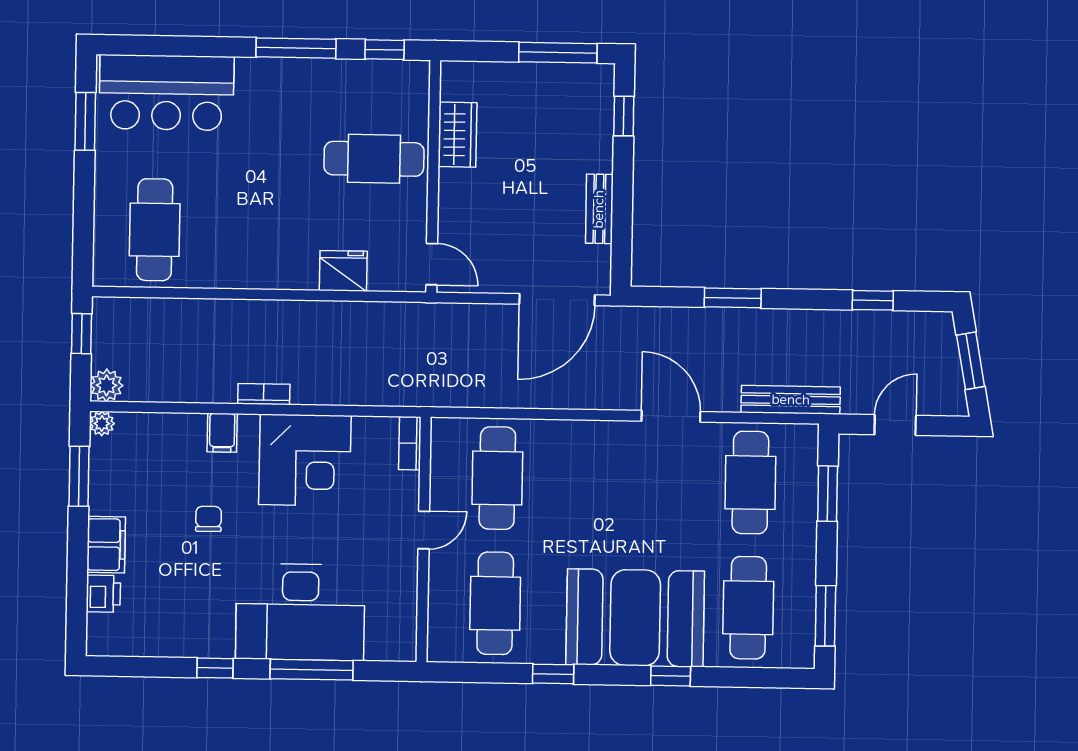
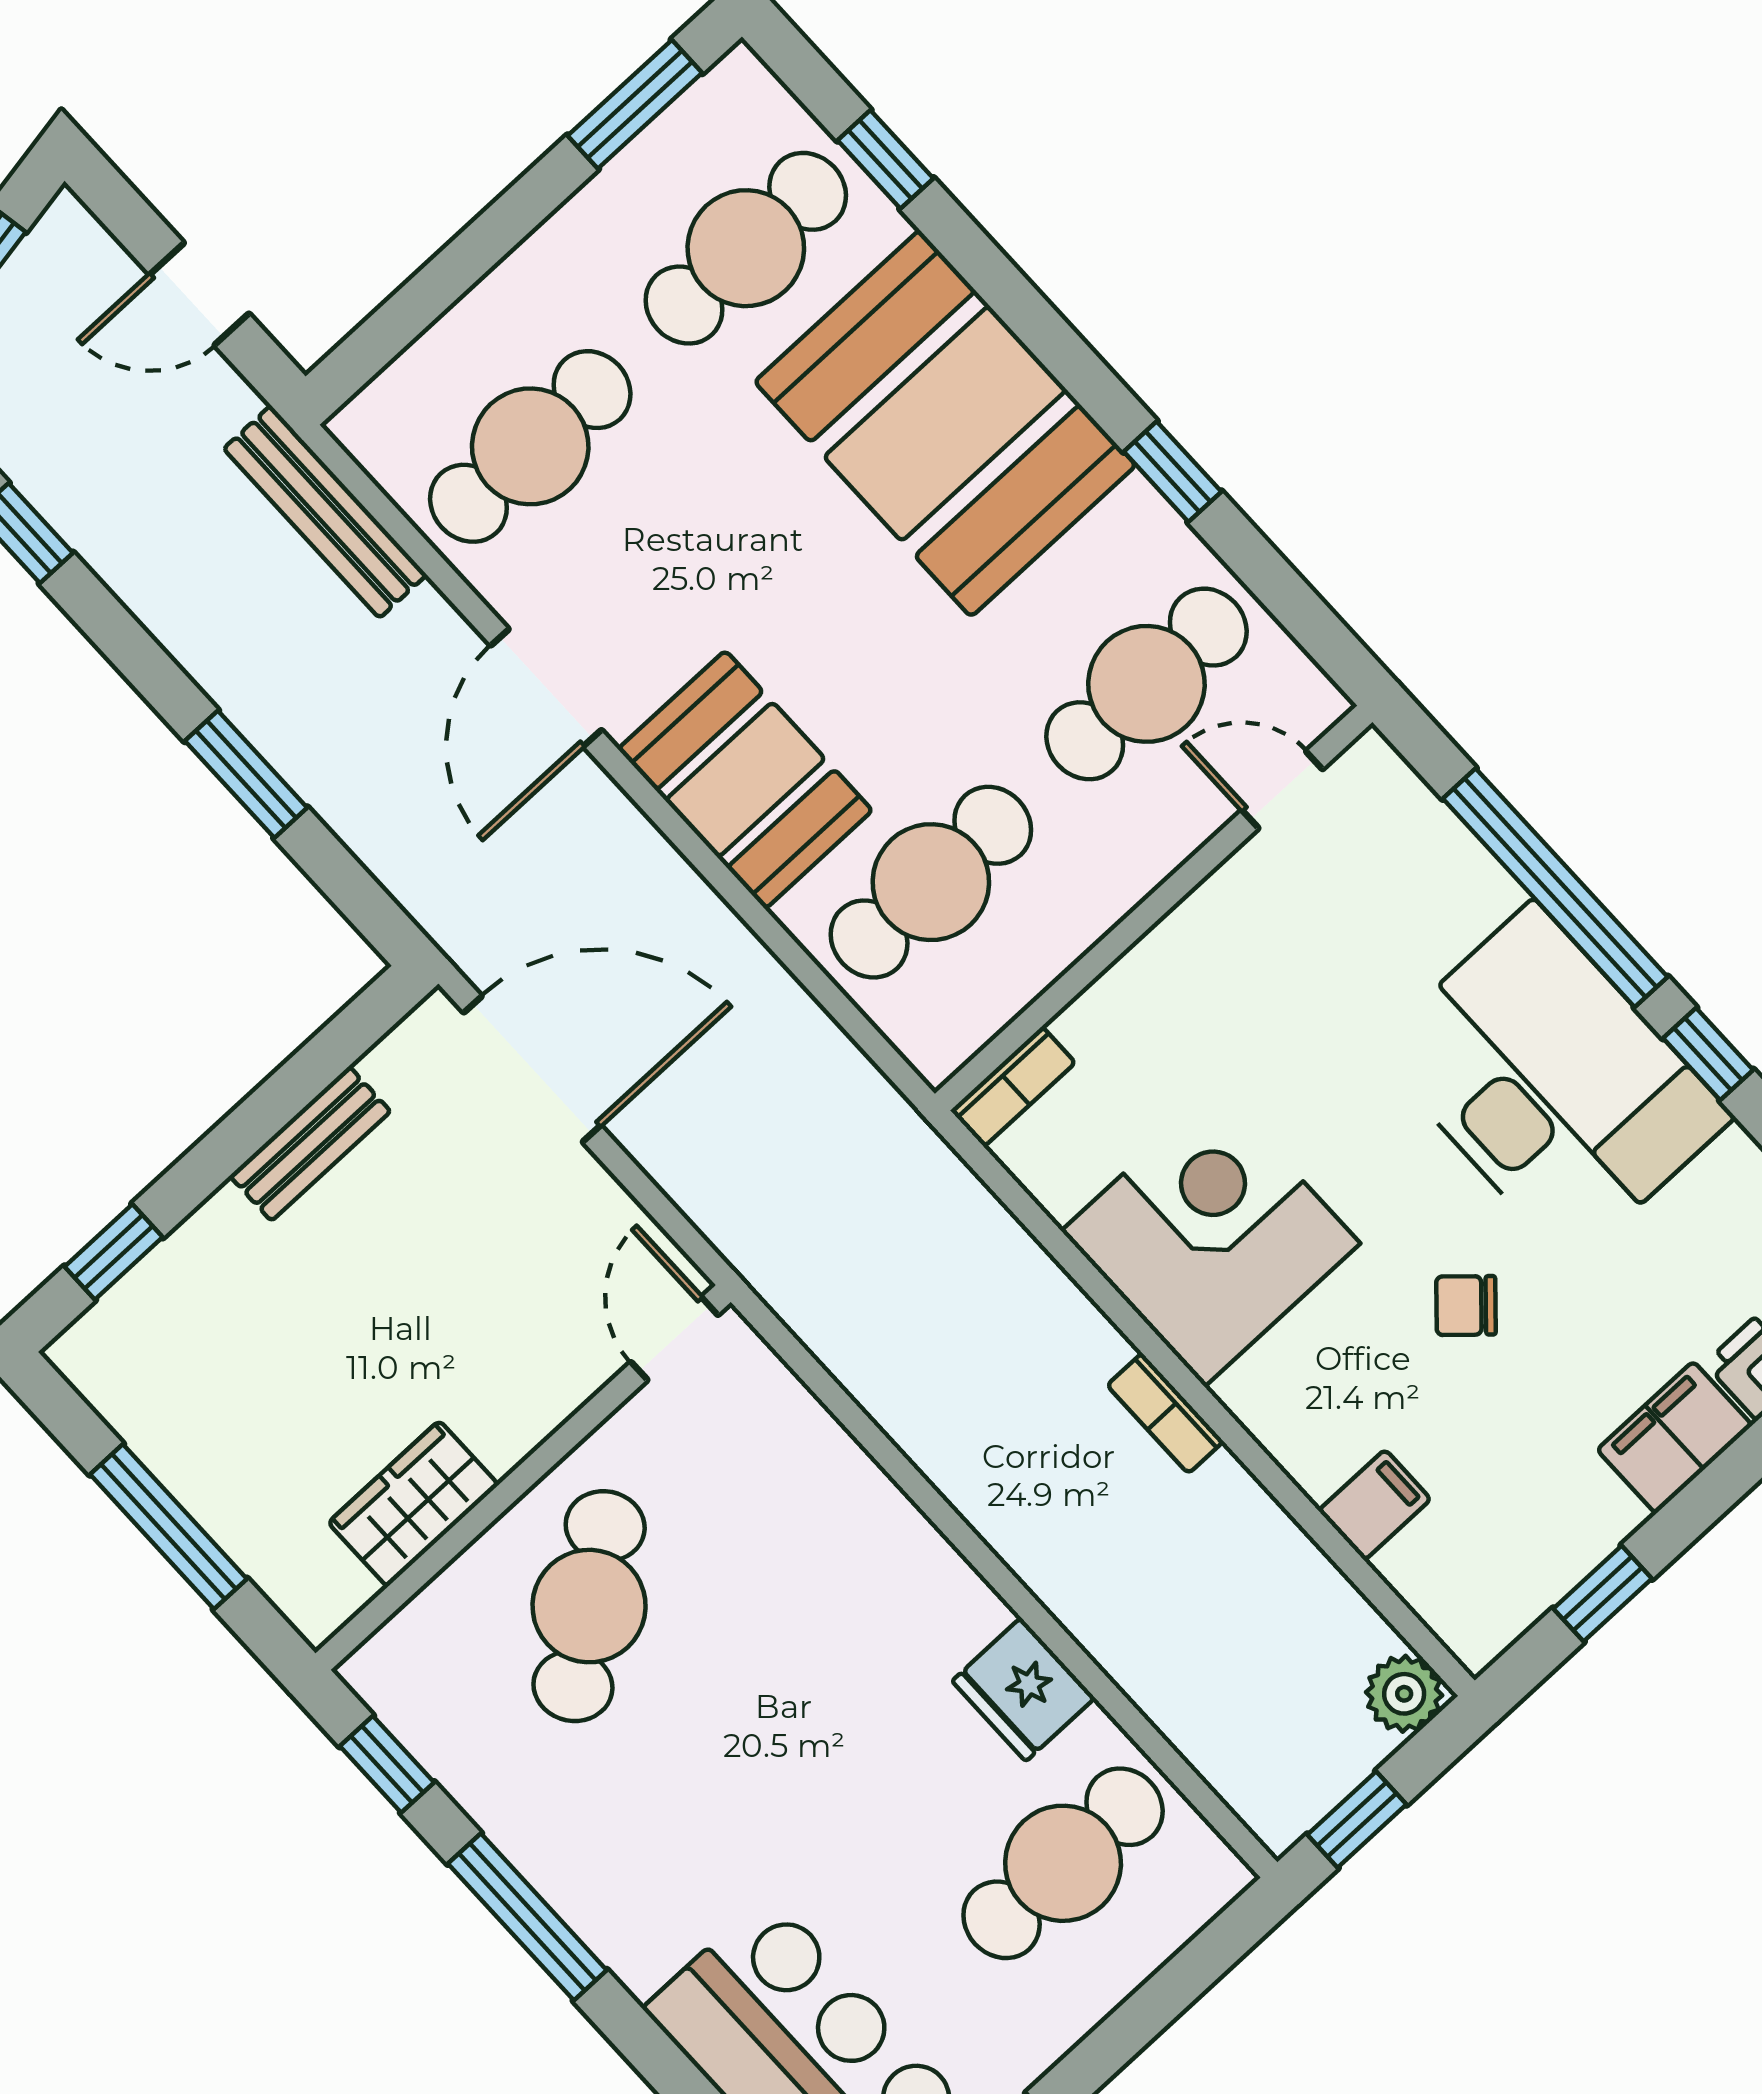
window: (558, 53) -> (168, 1527), moved
cafe table: (374, 159) -> (589, 1606), turned 54
fridge: (343, 271) -> (1023, 1689), moved
plant: (102, 424) -> (1476, 1640), removed
filing cabinet: (222, 433) -> (1375, 1505), moved
booth: (584, 451) -> (745, 780), added
window: (79, 476) -> (1603, 1594), width x0.67
window: (828, 494) -> (425, 298), removed
chair: (208, 519) -> (1466, 1306), turned 42
door: (424, 530) -> (1282, 790), moved
desk: (300, 612) -> (1552, 1083), moved
window: (312, 670) -> (1555, 888), width x1.46
window: (671, 676) -> (885, 159), moved

